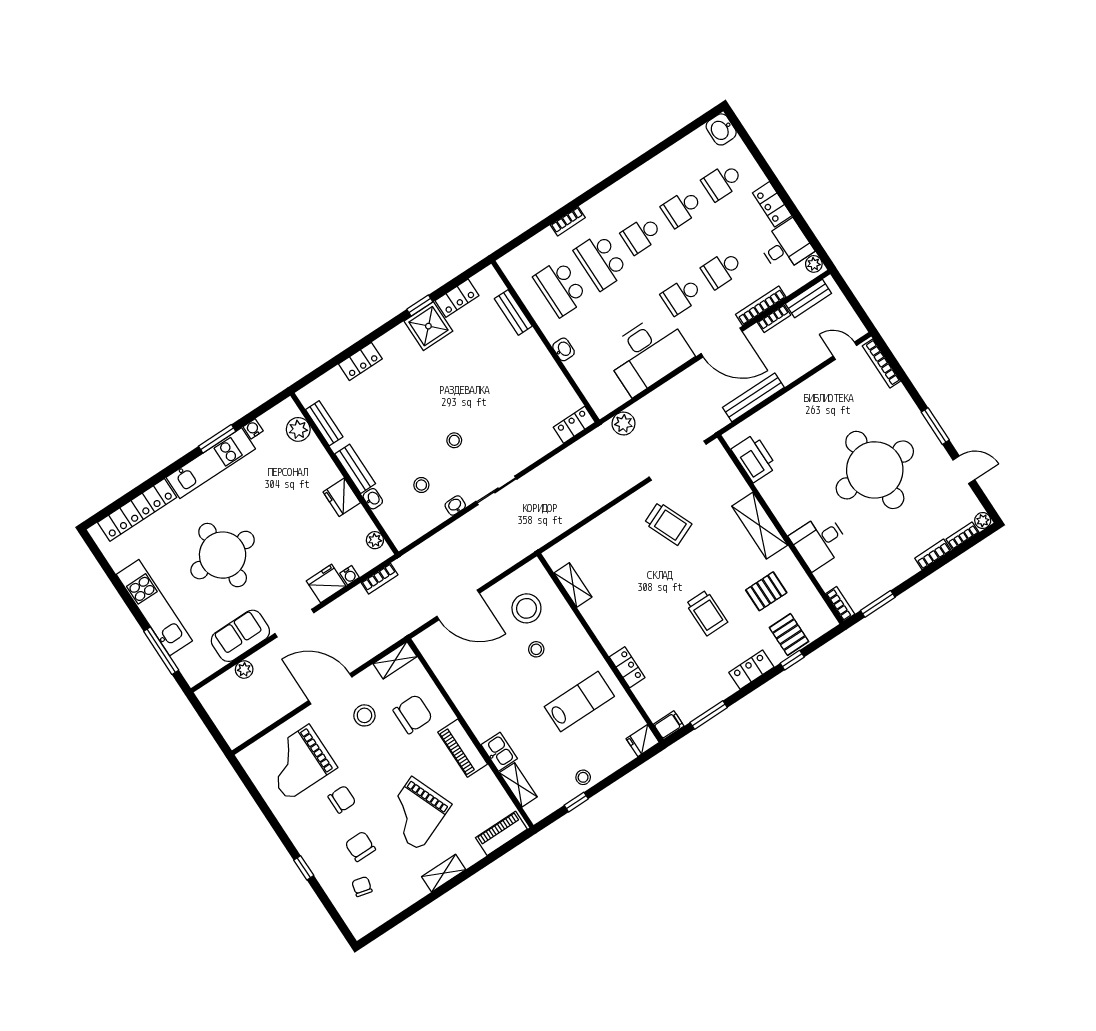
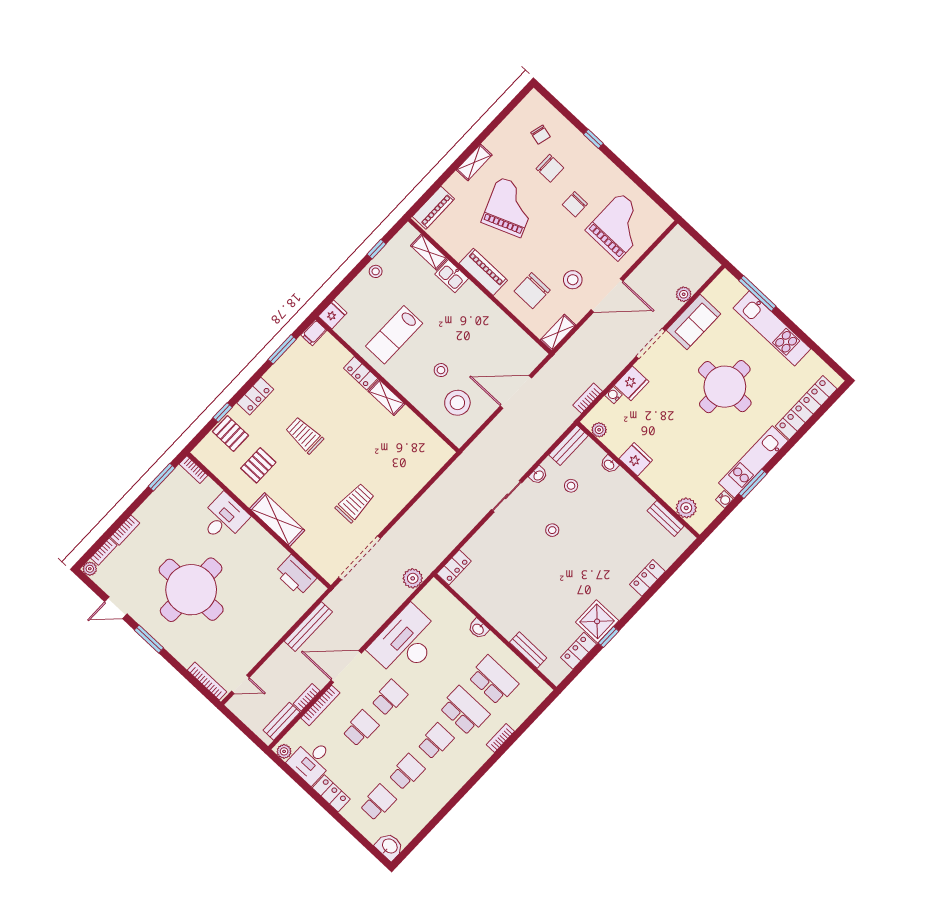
bench: (355, 469) -> (568, 445), moved, turned 90
trolley: (668, 524) -> (355, 503), turned 113
shelving: (573, 585) -> (386, 398), moved

